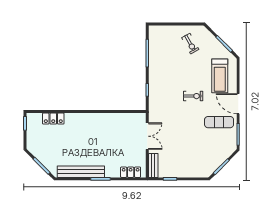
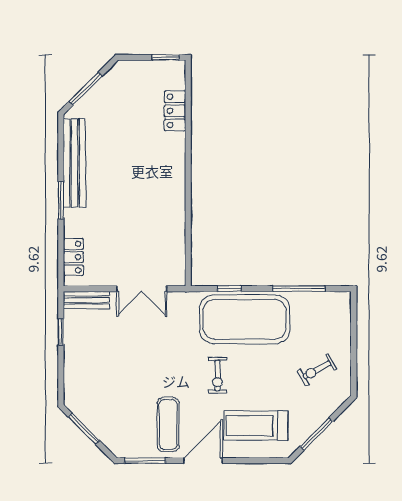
exercise mat: (163, 82) -> (245, 319), added

